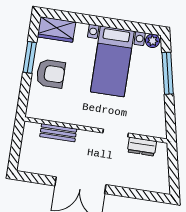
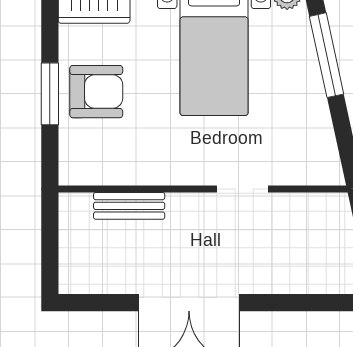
window: (30, 57) -> (50, 94), moved
dresser: (142, 147) -> (298, 208), removed

